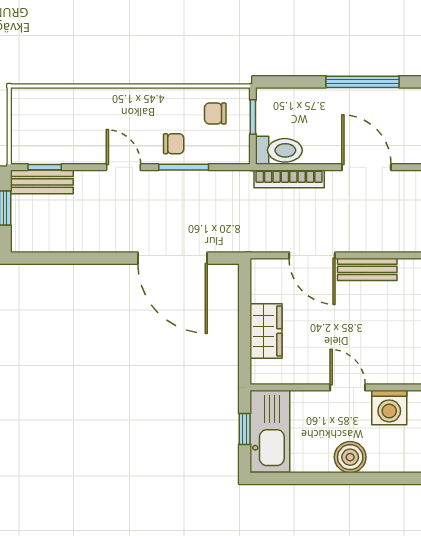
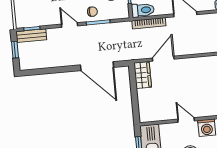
door: (312, 255) -> (163, 59), swing flipped
bench: (367, 269) -> (190, 63), removed
wardrobe: (266, 331) -> (143, 75), moved

